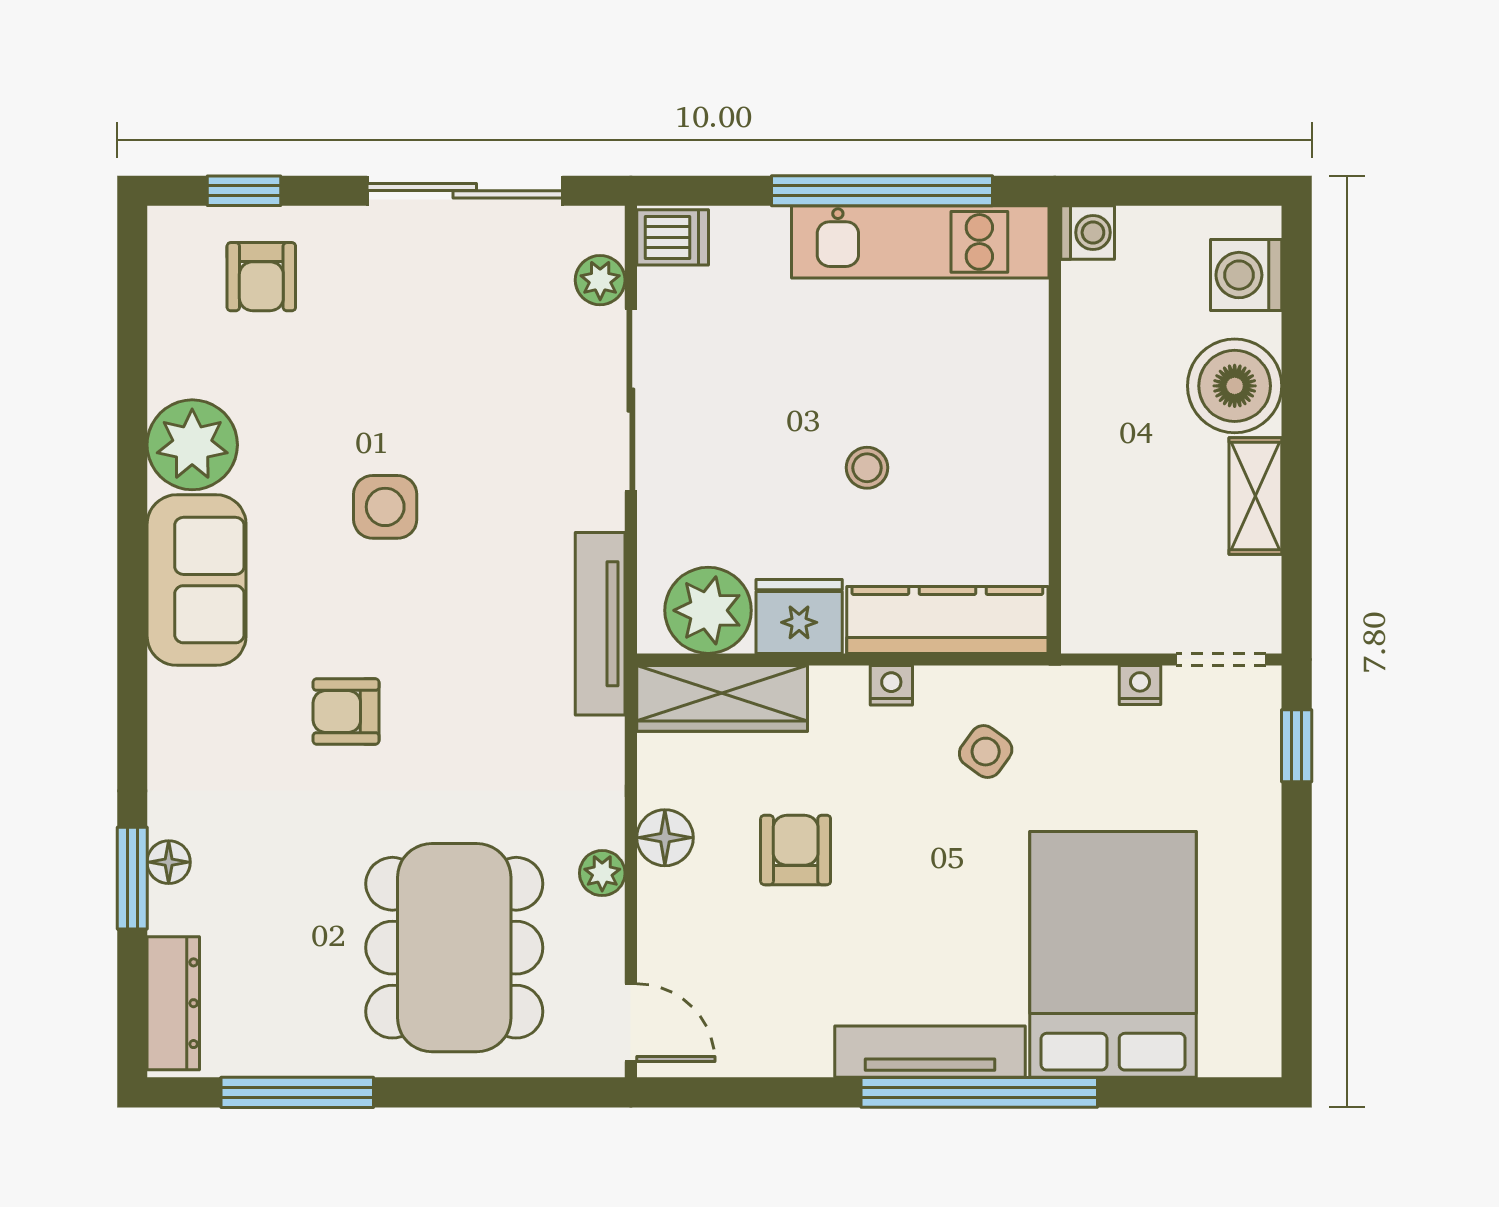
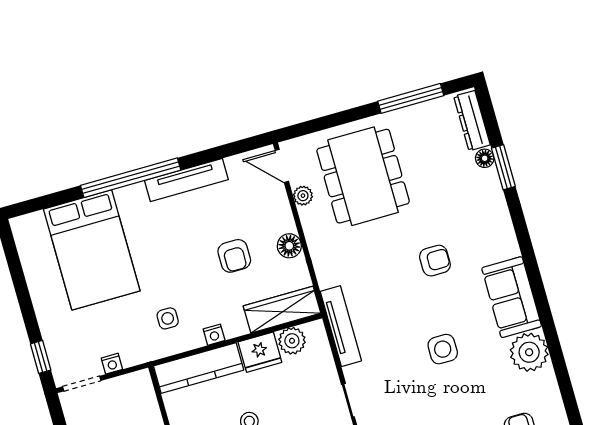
plant: (708, 610) -> (292, 341), width x0.73, depth x0.73
side table: (986, 752) -> (168, 318), turned -36
floor lamp: (169, 862) -> (485, 158), moved
plant: (602, 873) -> (303, 196), moved
tv unit: (930, 1052) -> (186, 180), moved

